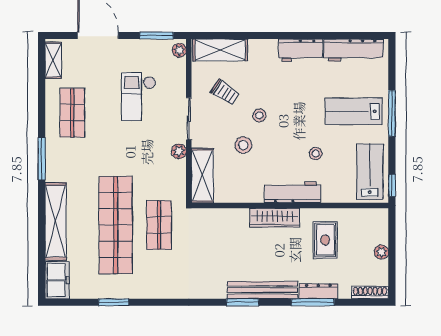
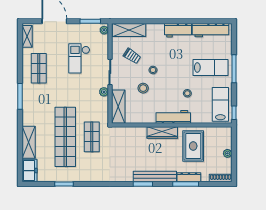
lab bench: (354, 111) -> (211, 67), turned 180
shelving: (56, 221) -> (29, 142), width x0.68
rug: (325, 240) -> (193, 146), width x1.36, depth x1.43

